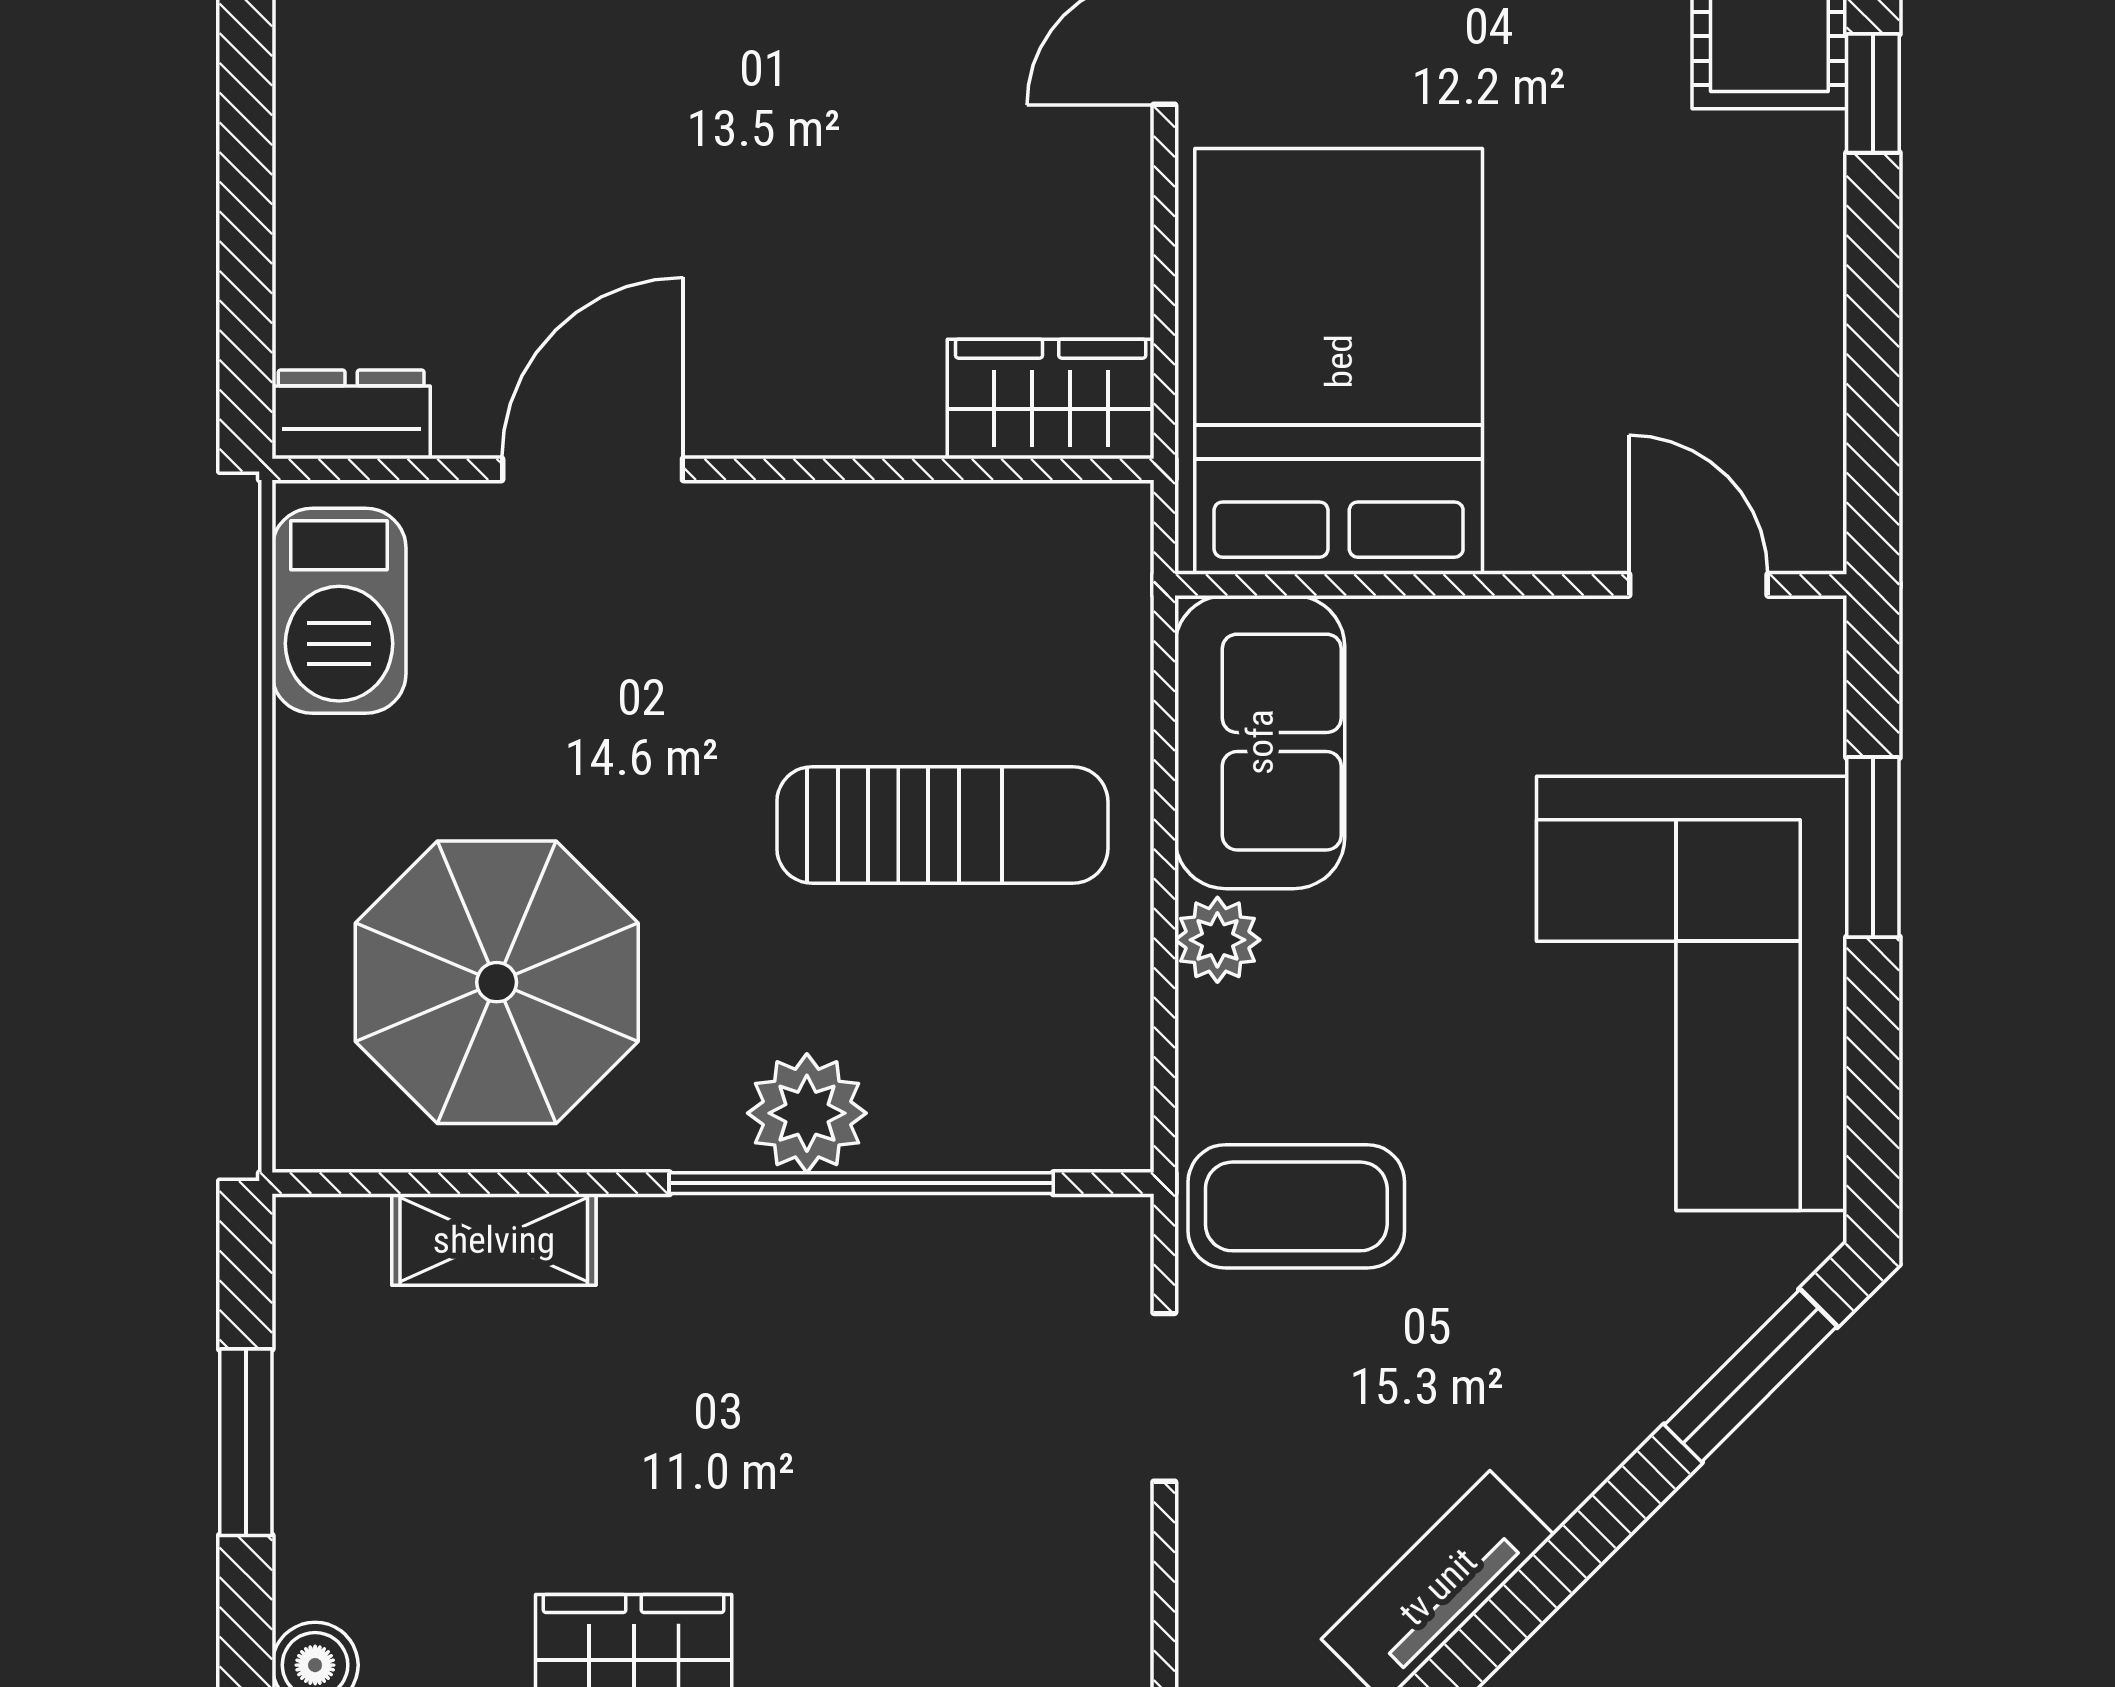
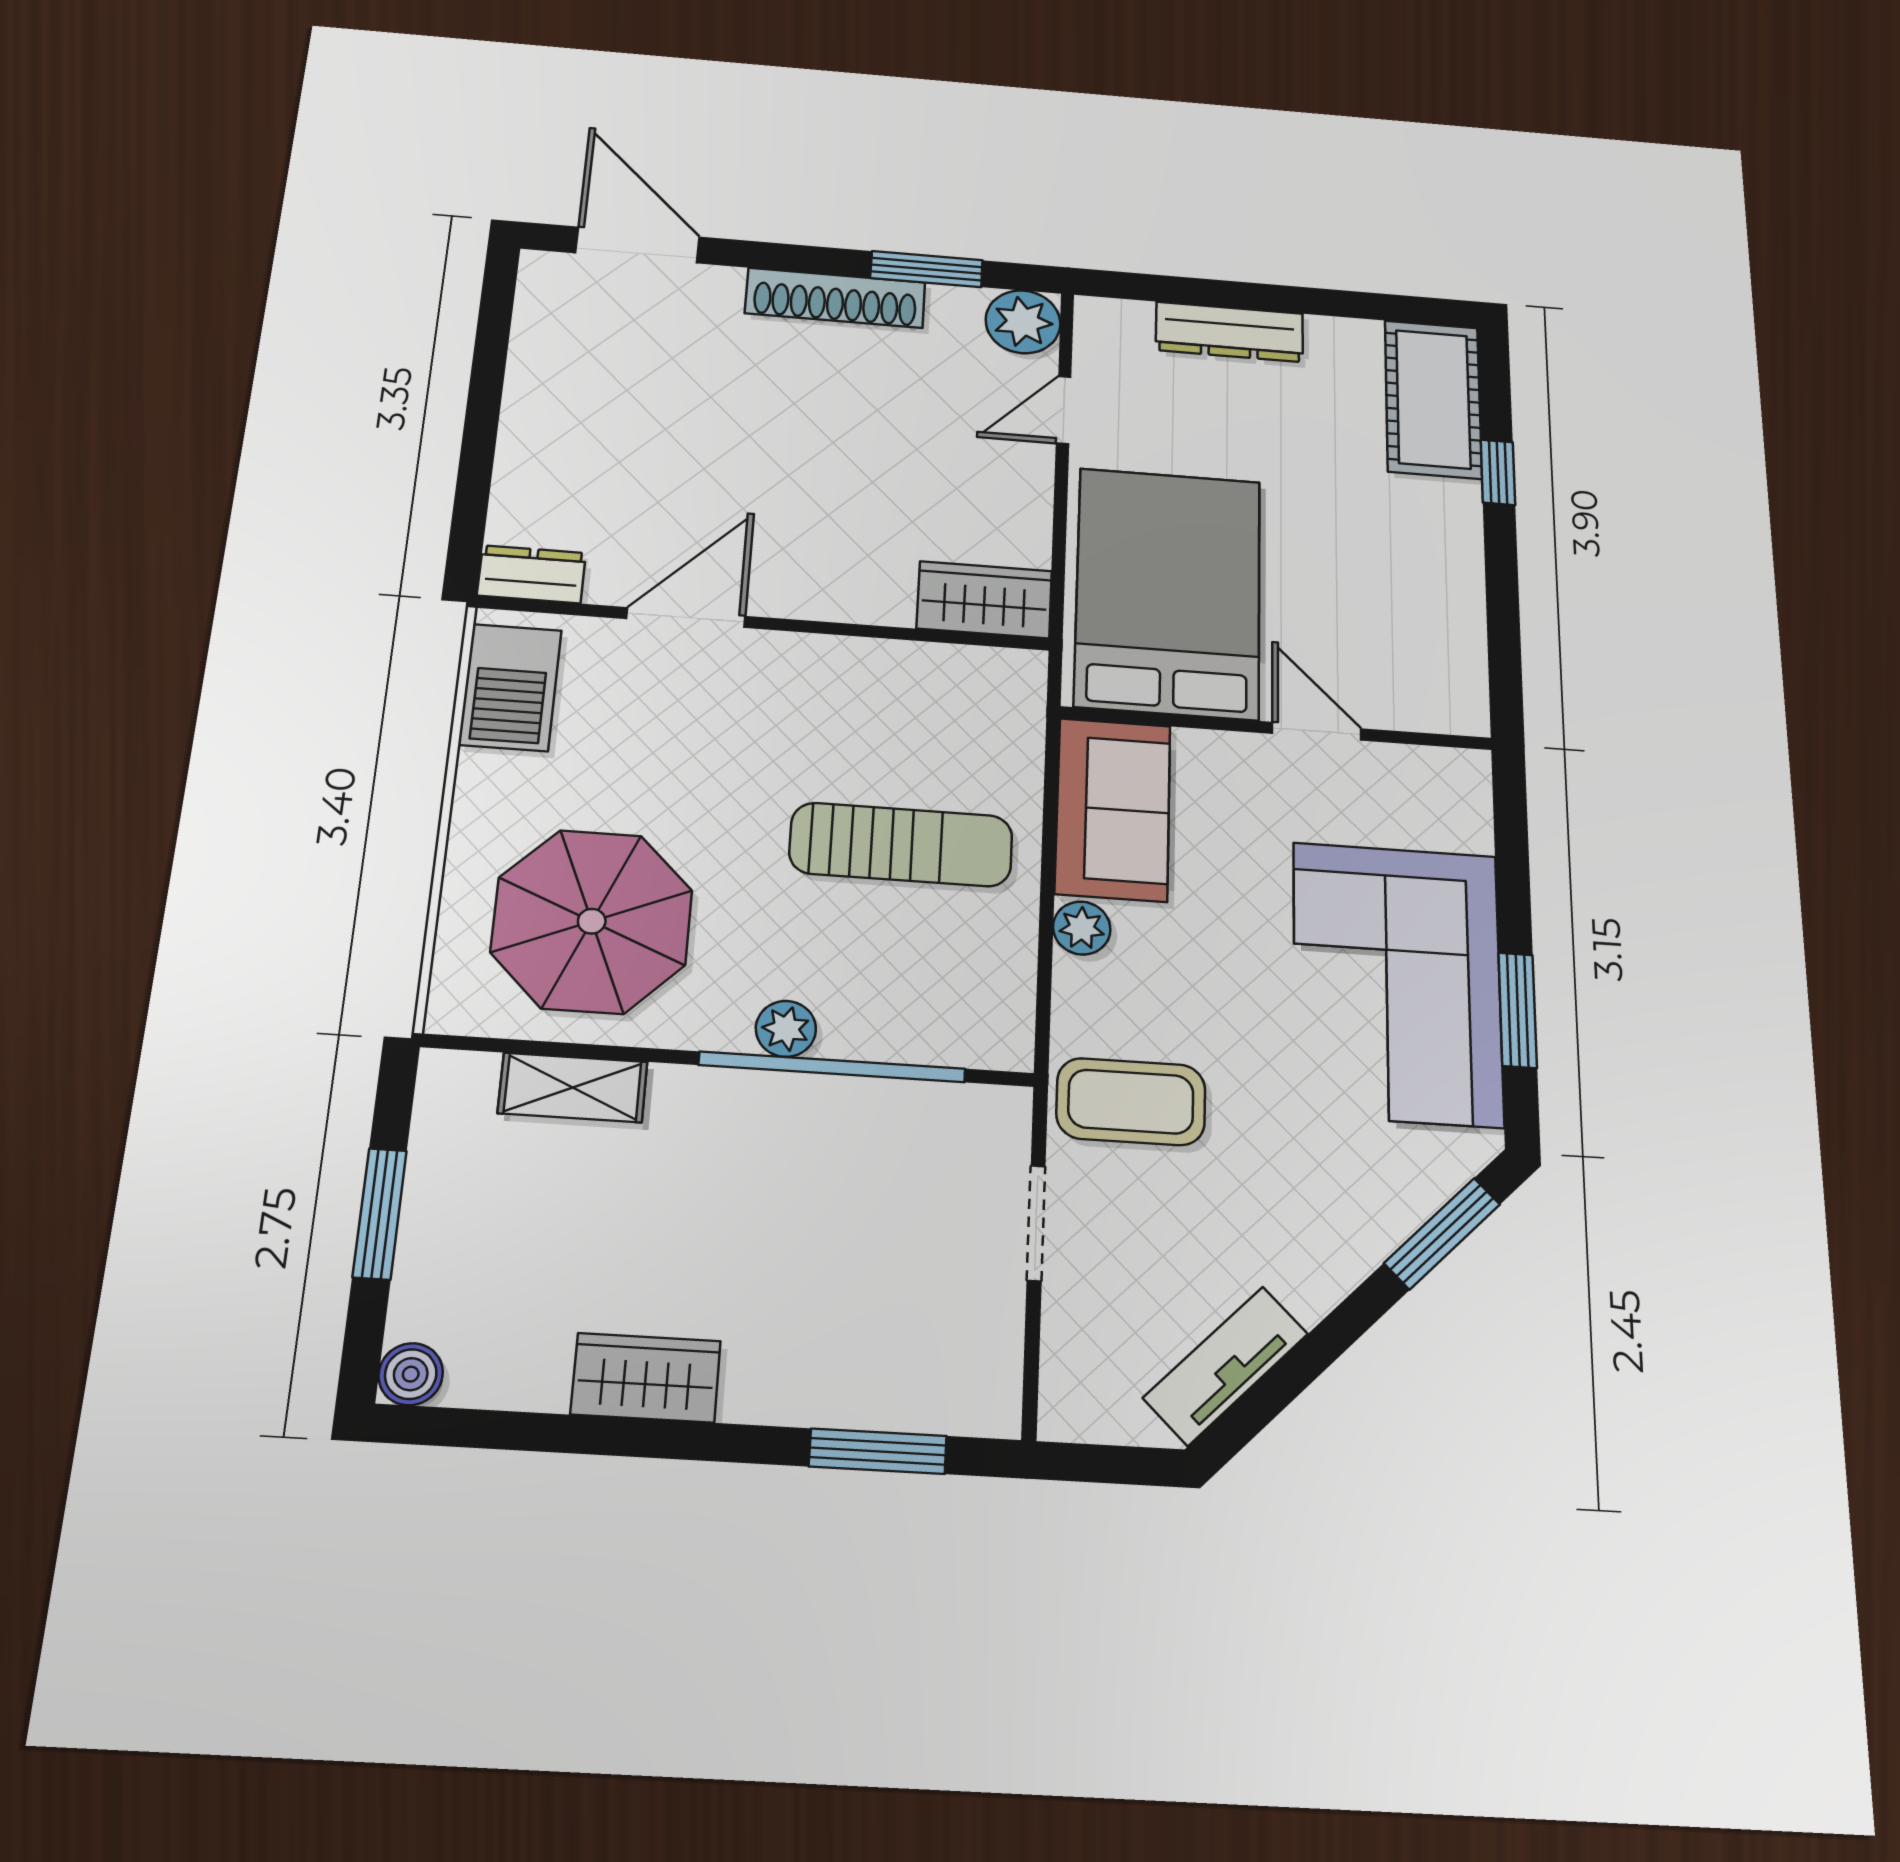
door: (1698, 585) -> (1317, 731), moved
window: (1873, 847) -> (1518, 1010), moved
plant: (807, 1113) -> (786, 1029), width x0.73, depth x0.73

